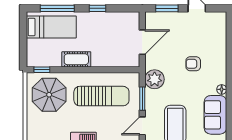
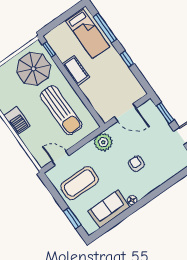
window: (142, 99) -> (82, 143), removed

